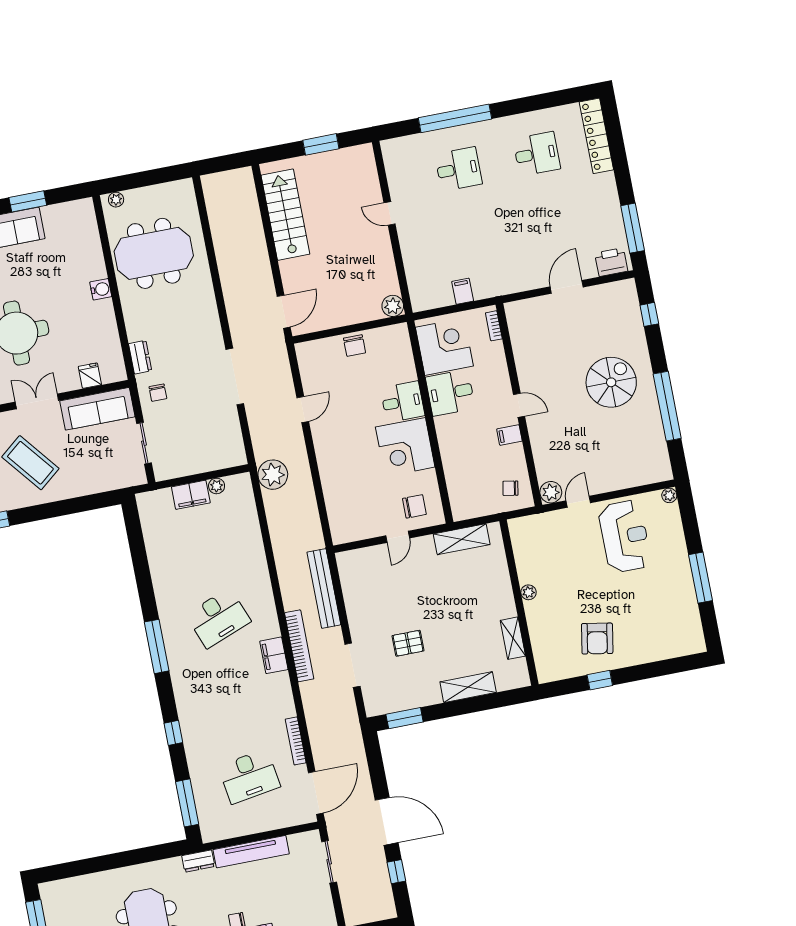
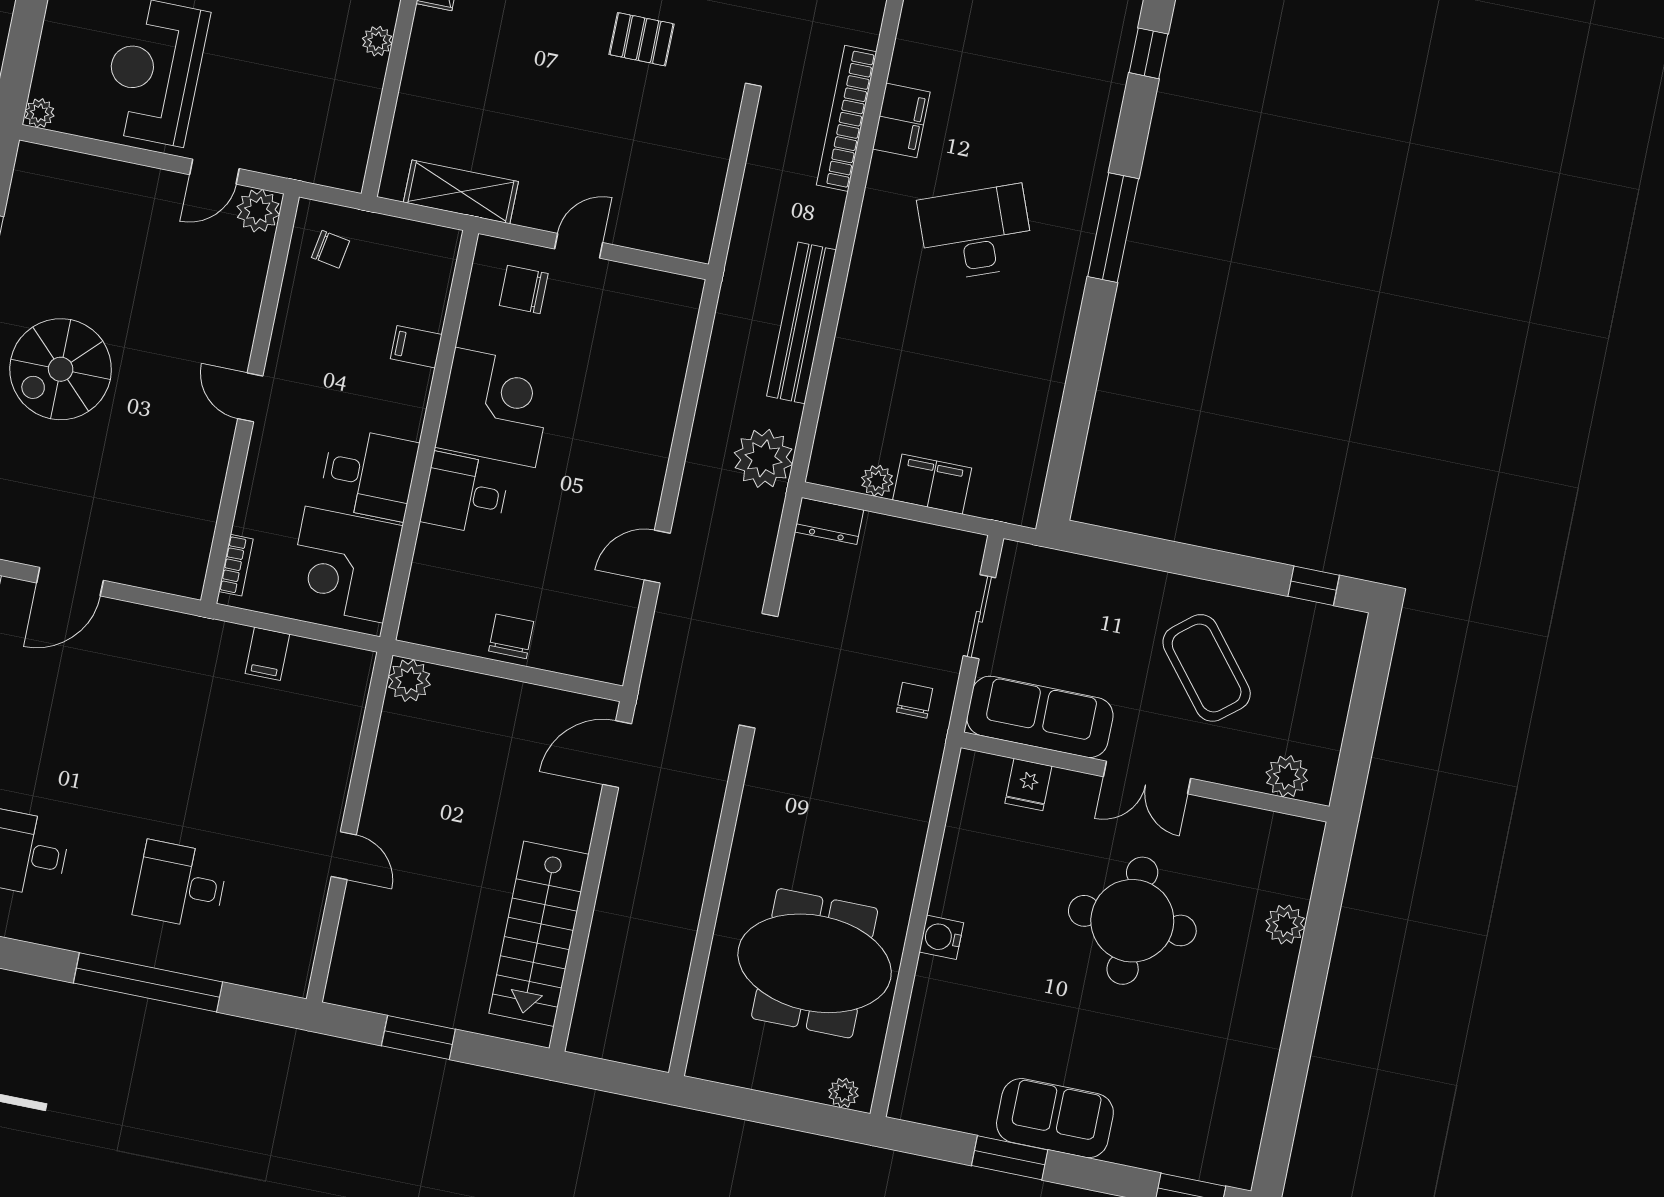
dresser: (140, 357) -> (829, 521), moved, turned -90
filing cabinet: (509, 435) -> (416, 347), moved, turned 180
bench: (324, 588) -> (802, 323), moved

